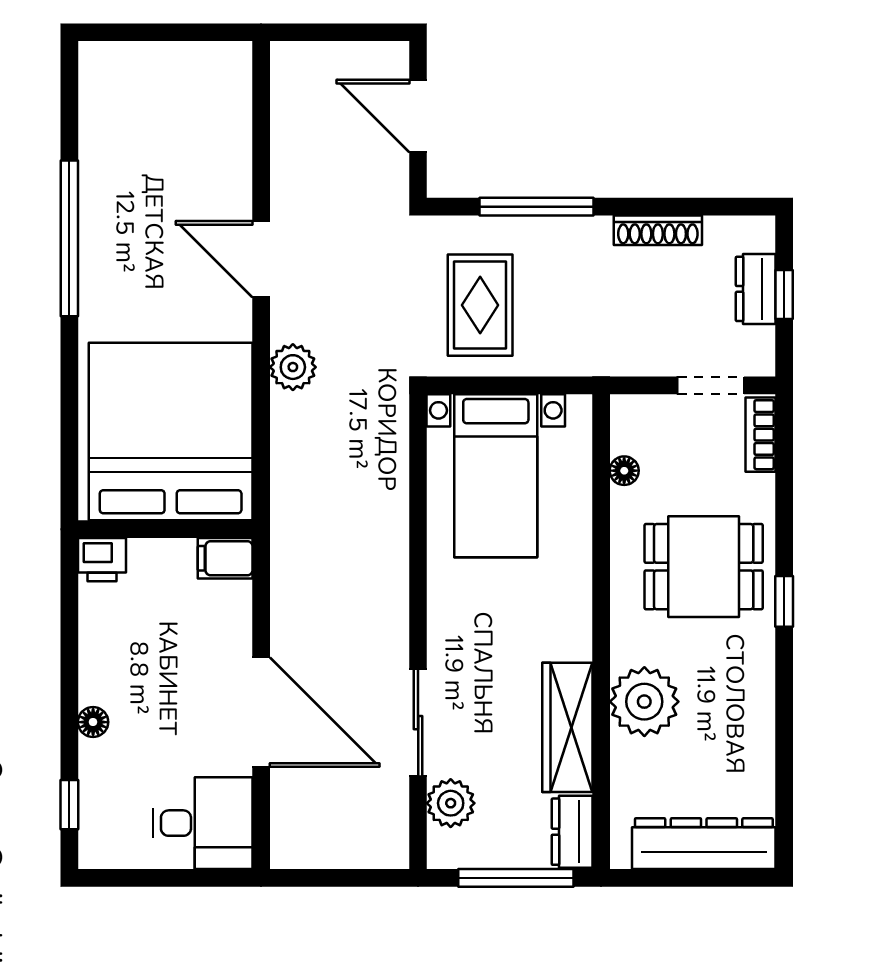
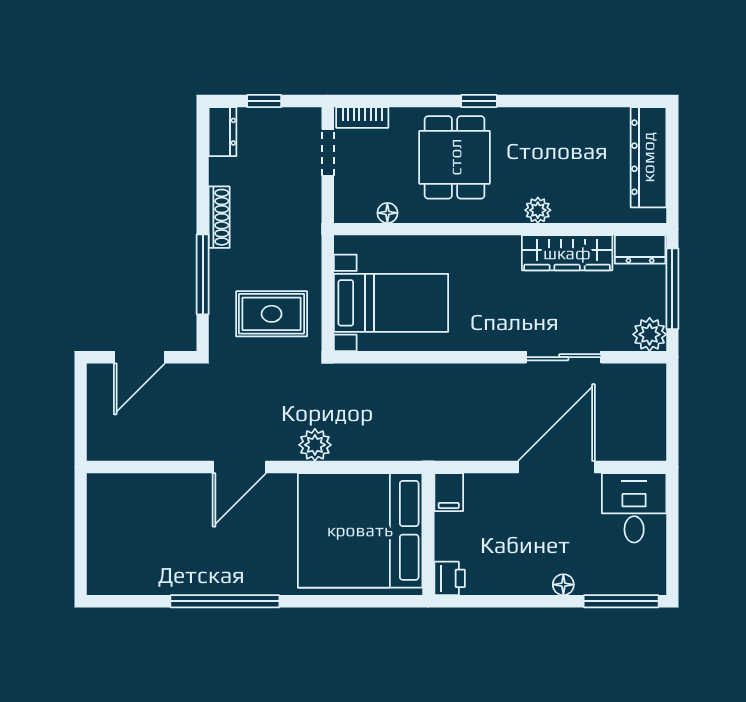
shoe rack: (658, 230) -> (219, 217), moved
dresser: (756, 289) -> (223, 132), moved, turned -90
plant: (644, 702) -> (538, 210), width x0.53, depth x0.53
plant: (451, 803) -> (650, 334), moved
window: (69, 805) -> (621, 601), width x2.17

